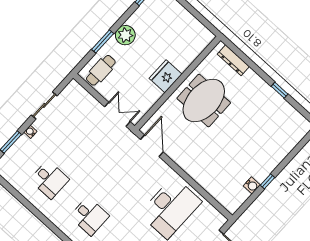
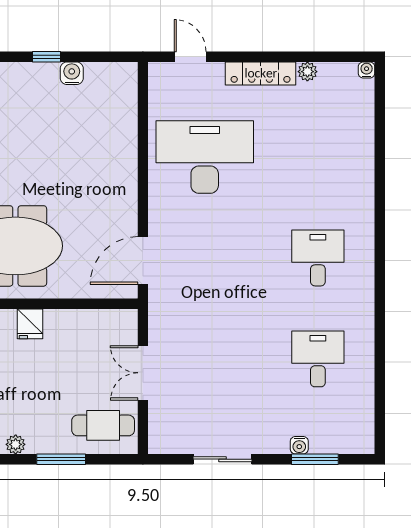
plant: (125, 35) -> (16, 444), width x0.53, depth x0.53
fridge: (166, 76) -> (30, 324), width x0.53, depth x0.75
double door: (117, 114) -> (143, 373), moved
water cooler: (30, 132) -> (299, 445), moved

